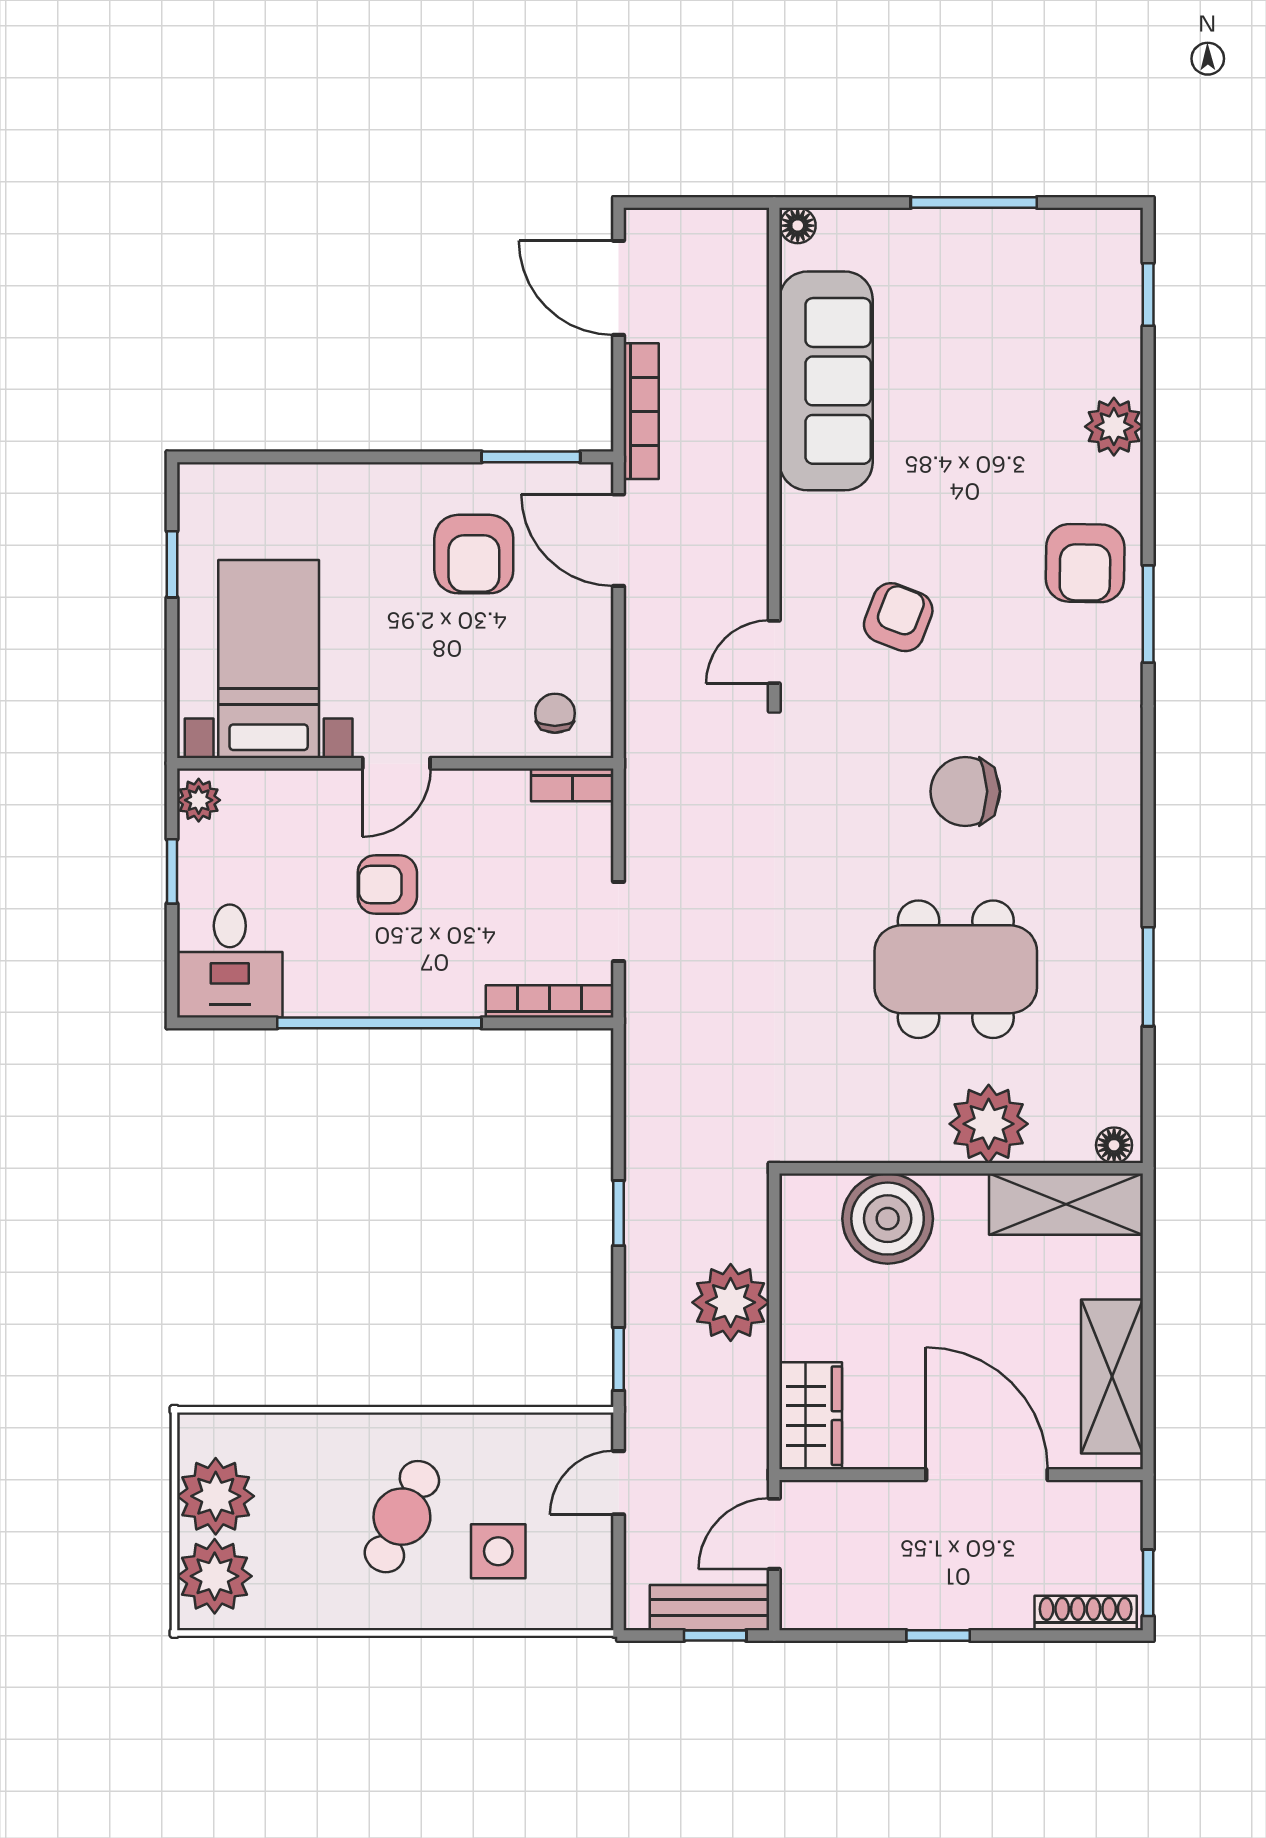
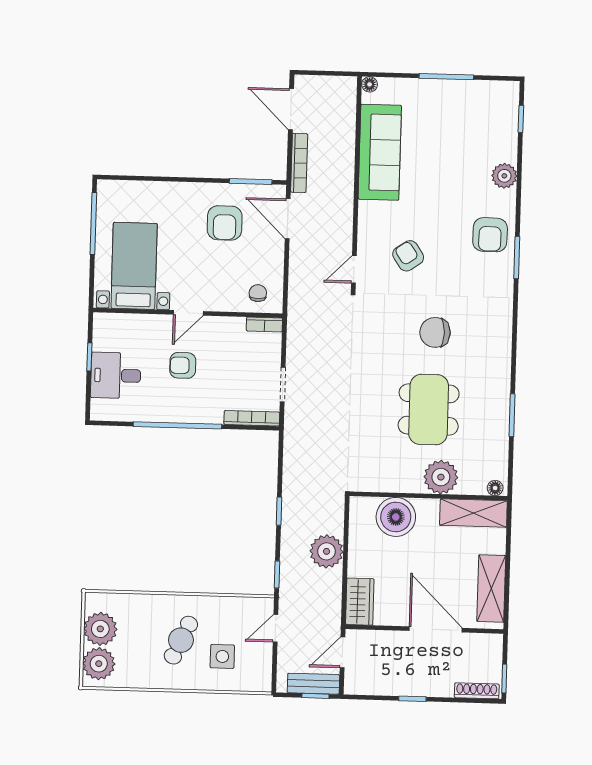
window: (172, 564) -> (93, 223), width x2.17
armchair: (898, 617) -> (408, 256), turned -55
plant: (199, 800) -> (102, 326), removed
desk: (230, 961) -> (116, 375), moved, turned 90
dining table: (956, 969) -> (429, 410), turned 90

